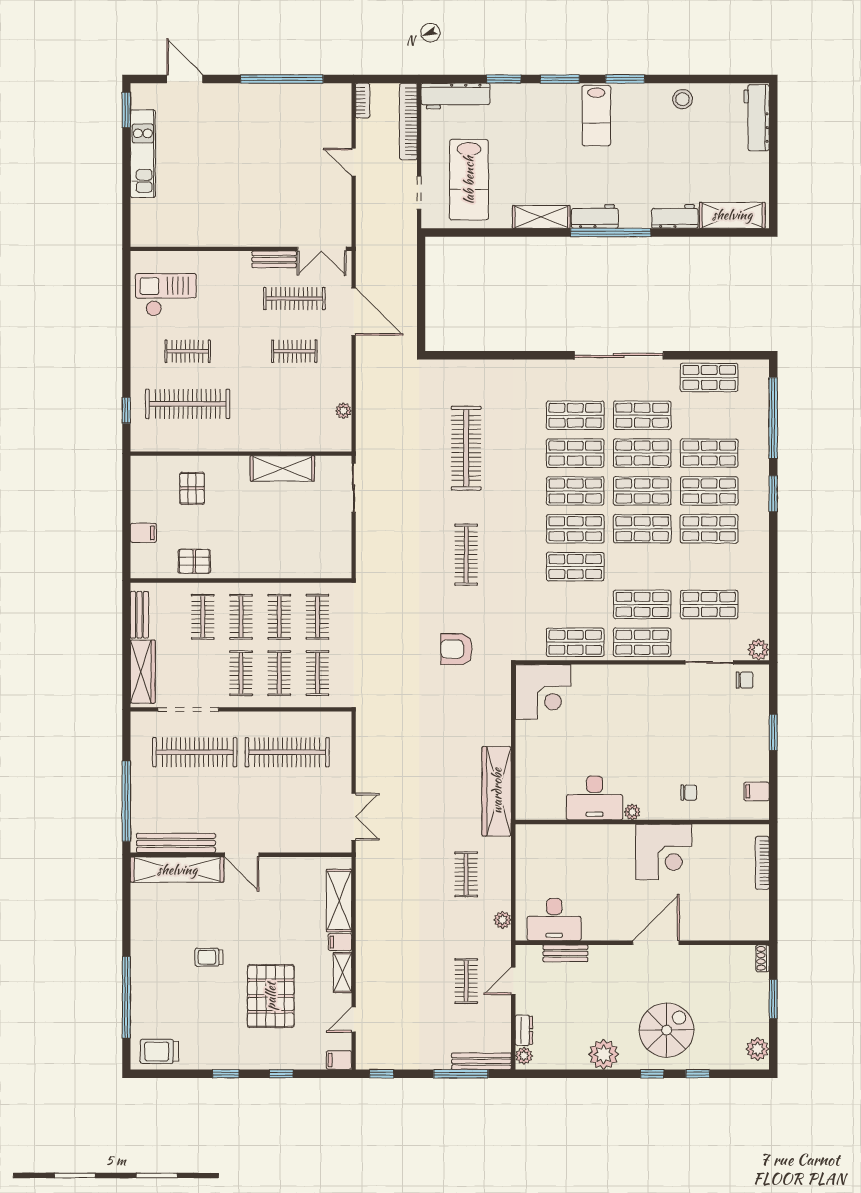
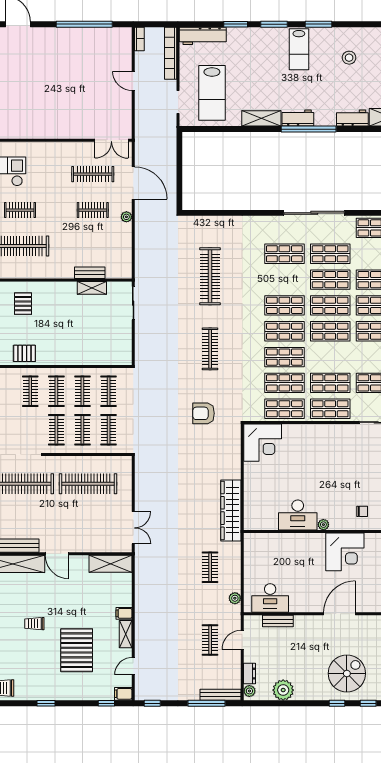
stool: (682, 99) -> (349, 58), moved
bench: (274, 259) -> (90, 273), moved
plant: (344, 411) -> (126, 217), moved
shop shelf: (575, 453) -> (284, 383), moved
shelving: (282, 468) -> (92, 288), width x0.67, depth x0.75
shelving: (339, 900) -> (110, 564), moved, turned 90
plant: (604, 1054) -> (283, 690), moved
window: (281, 1074) -> (106, 703), moved

